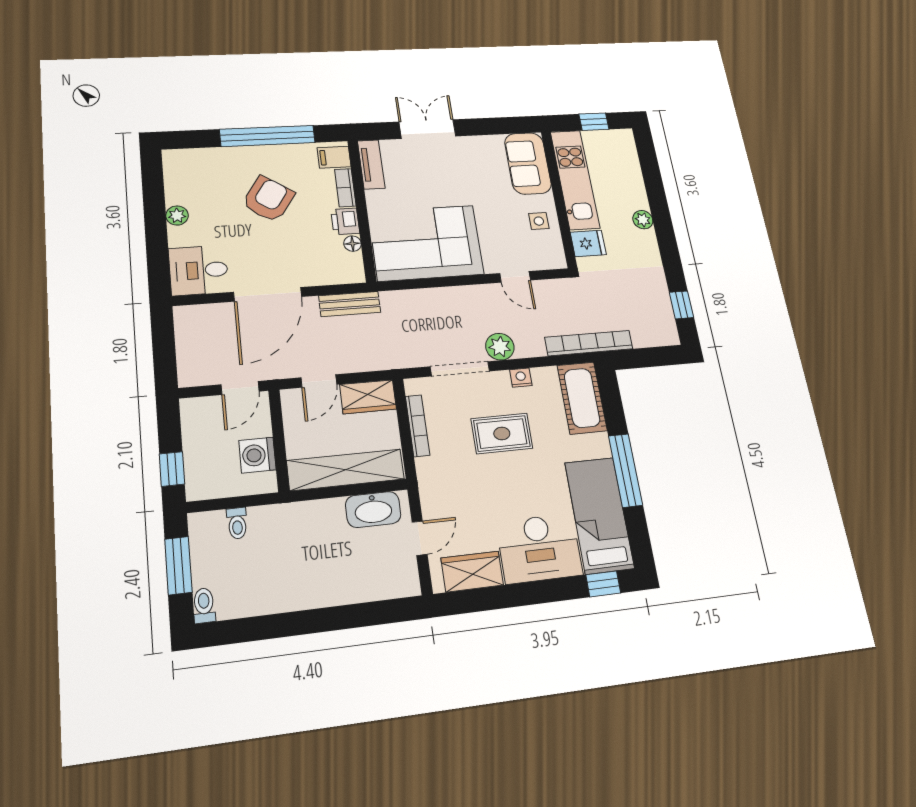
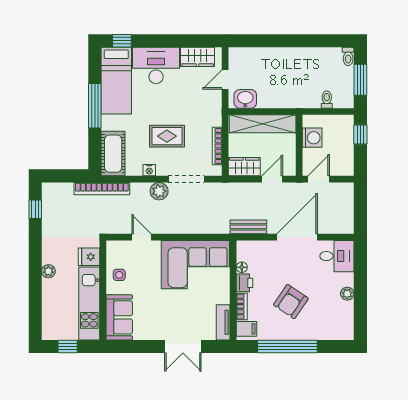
washbasin: (373, 509) -> (245, 99), width x0.72

